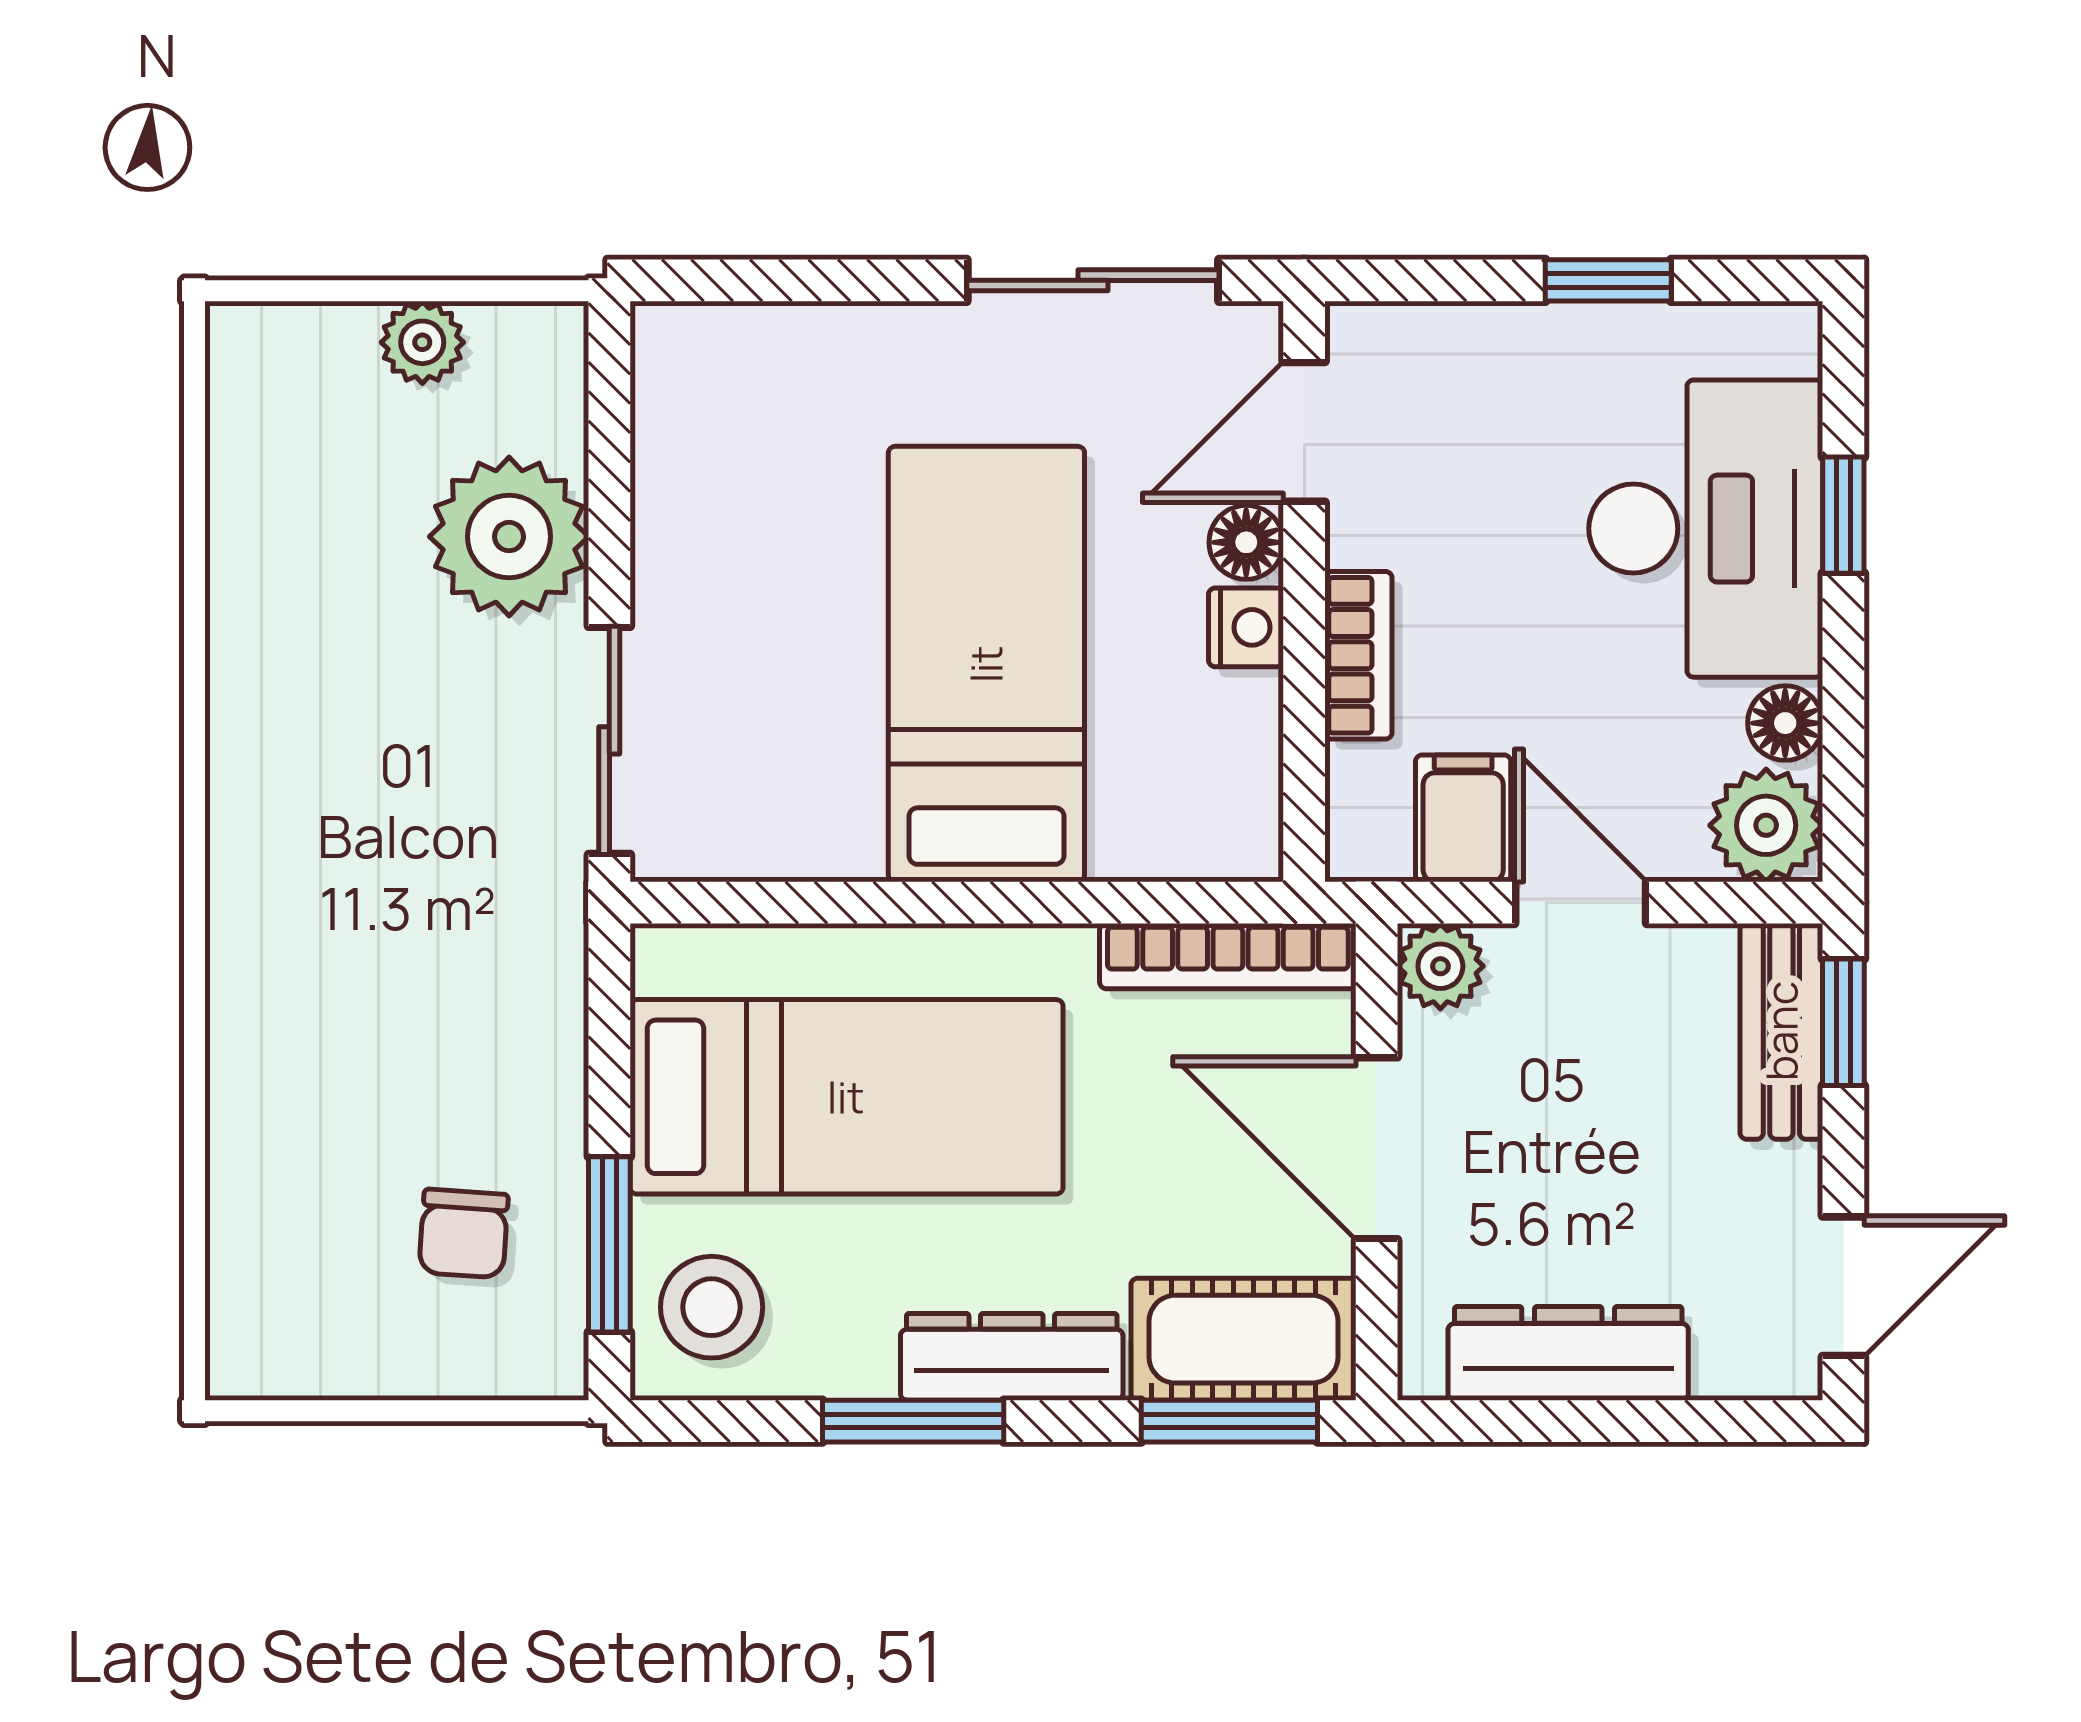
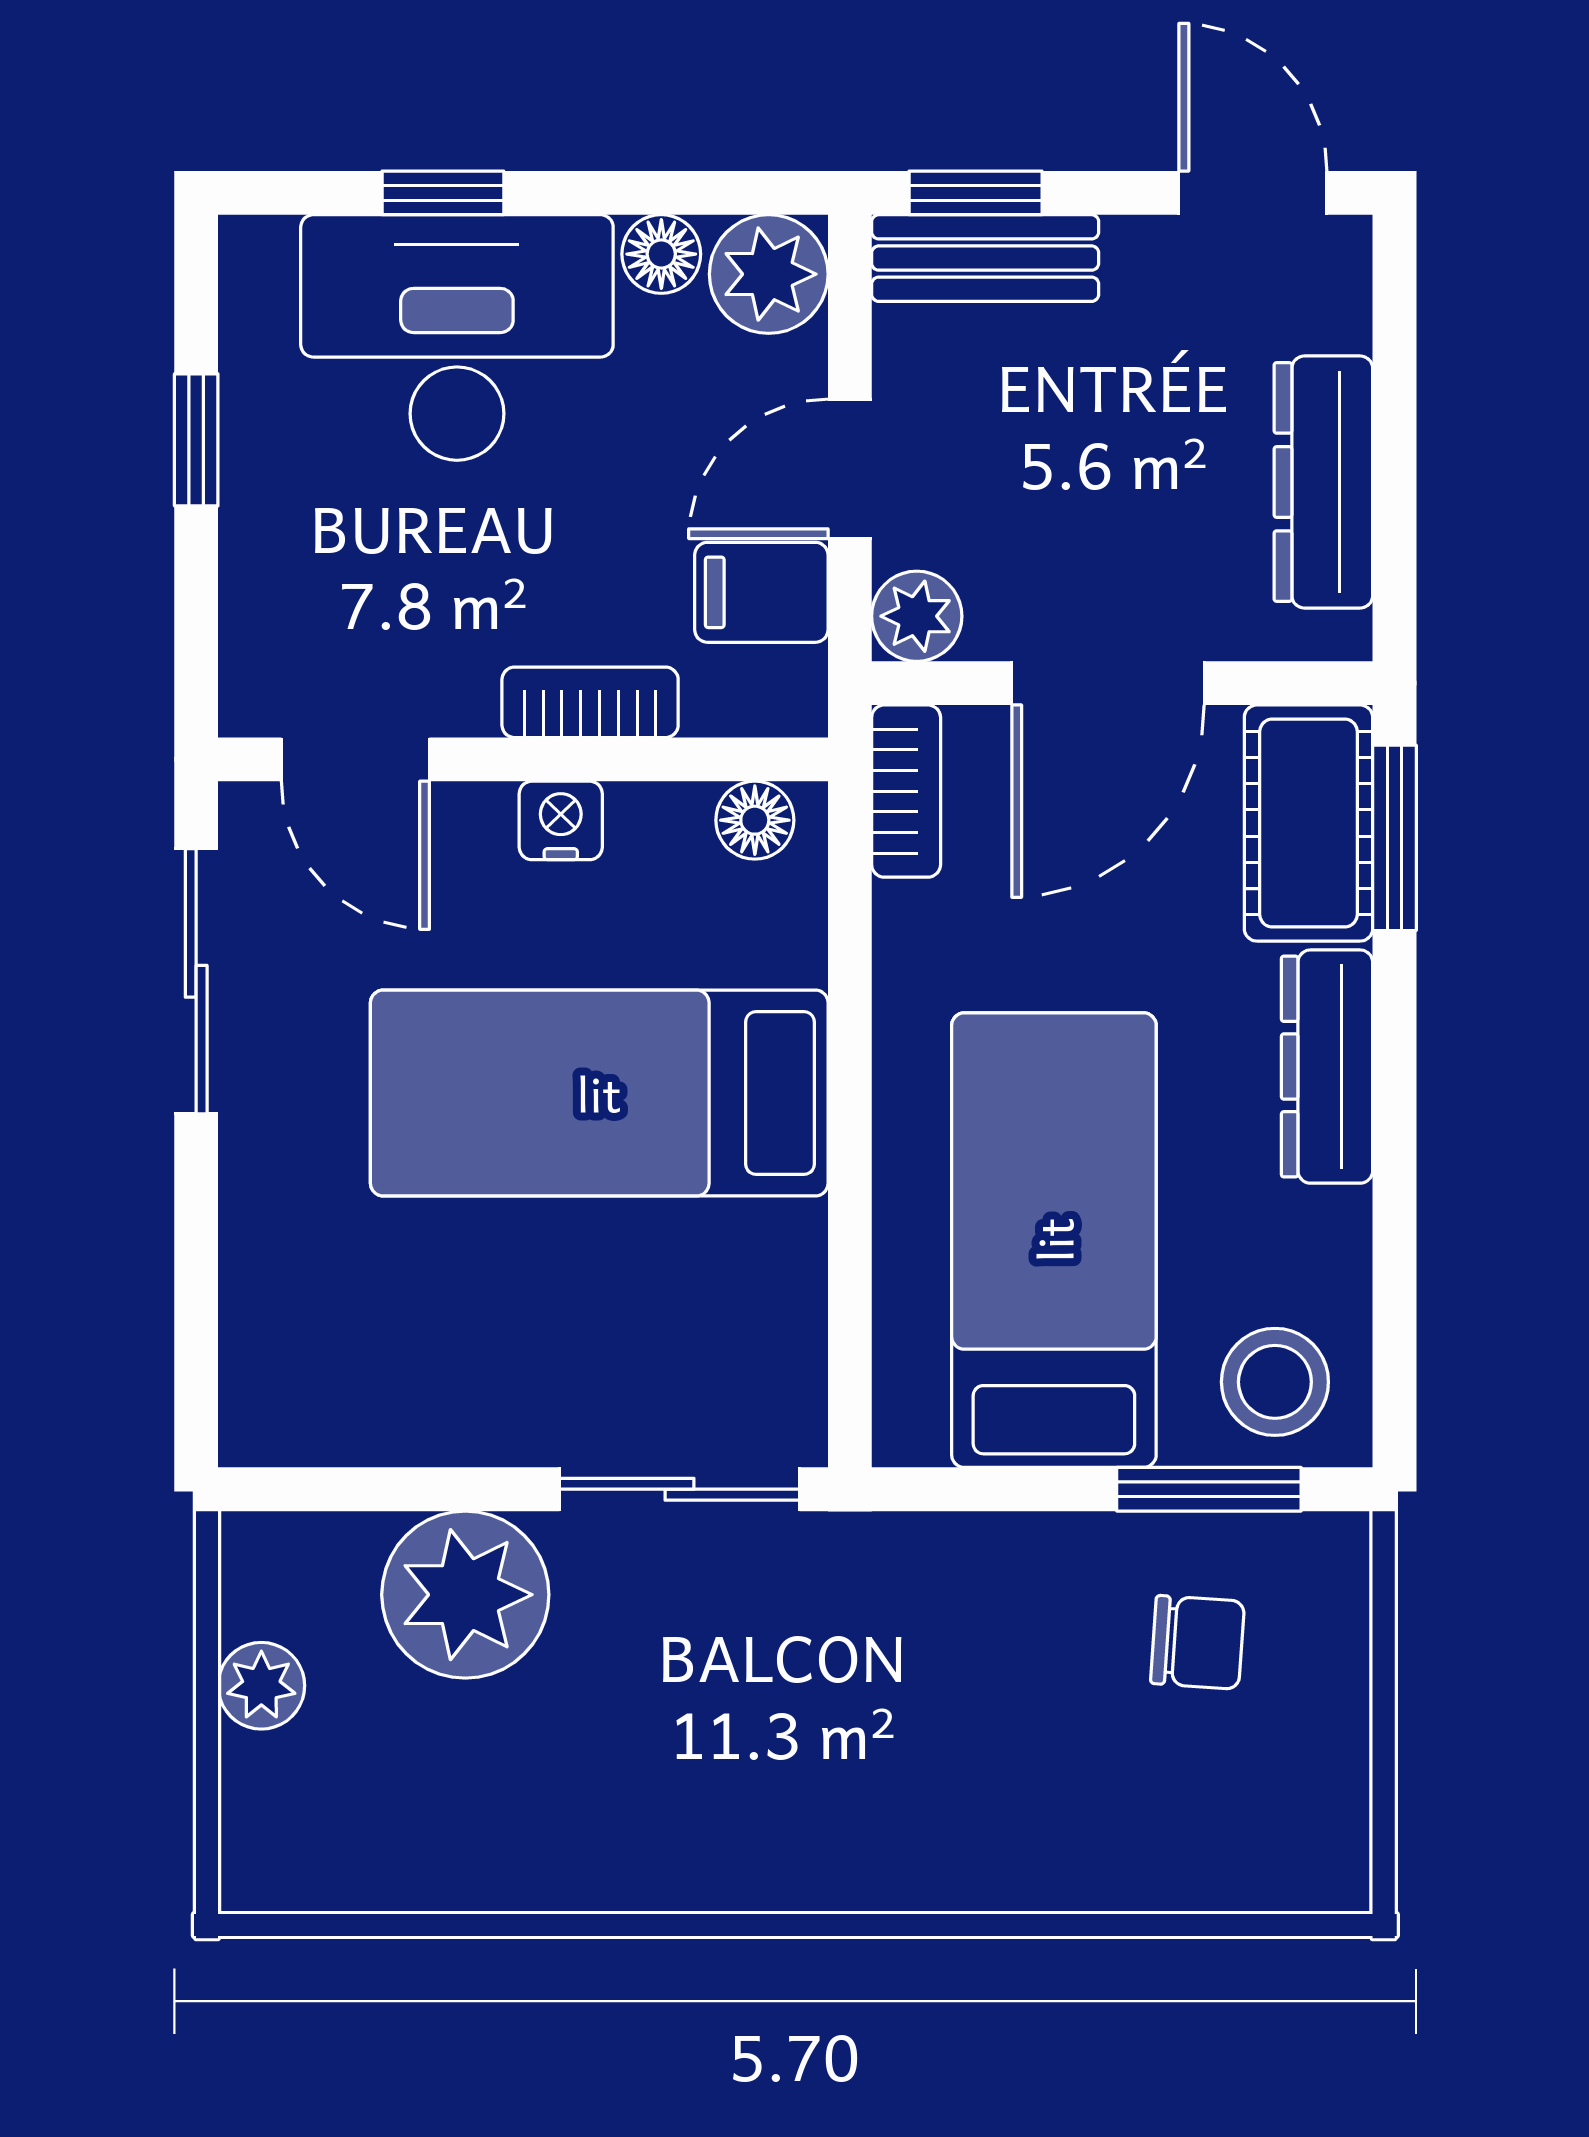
floor lamp: (1246, 542) -> (755, 820), moved
bookcase: (1228, 956) -> (906, 791), width x0.64
window: (913, 1421) -> (1395, 1170), removed

